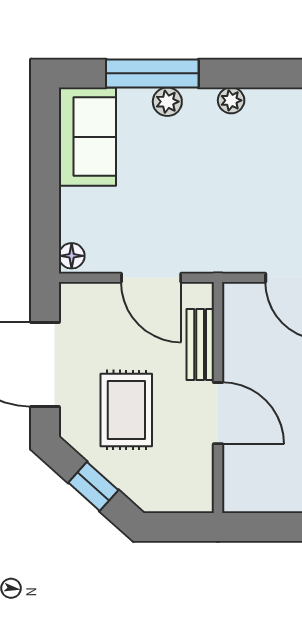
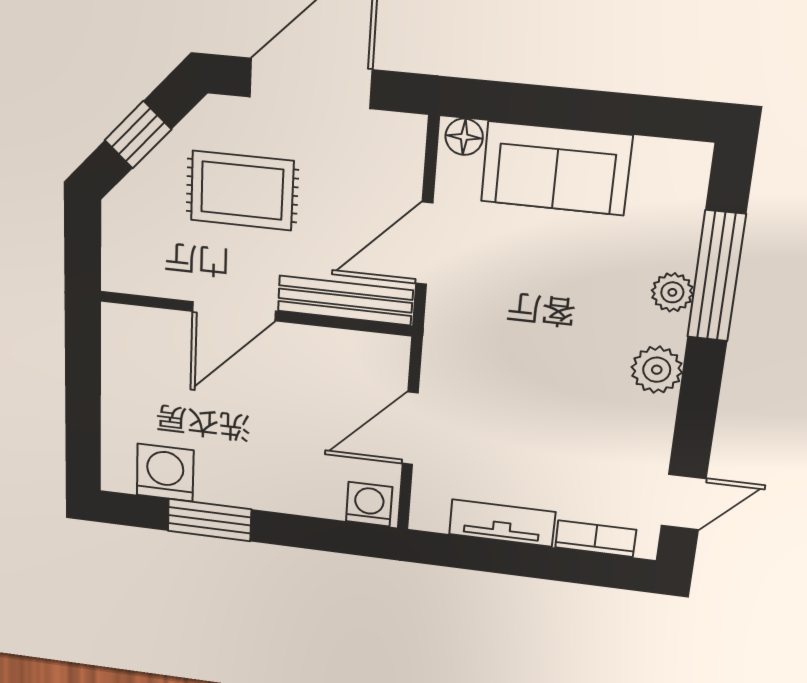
plant: (231, 100) -> (657, 370), width x1.38, depth x1.38
sofa: (87, 137) -> (556, 168), moved
bench: (200, 345) -> (345, 301), width x1.36

